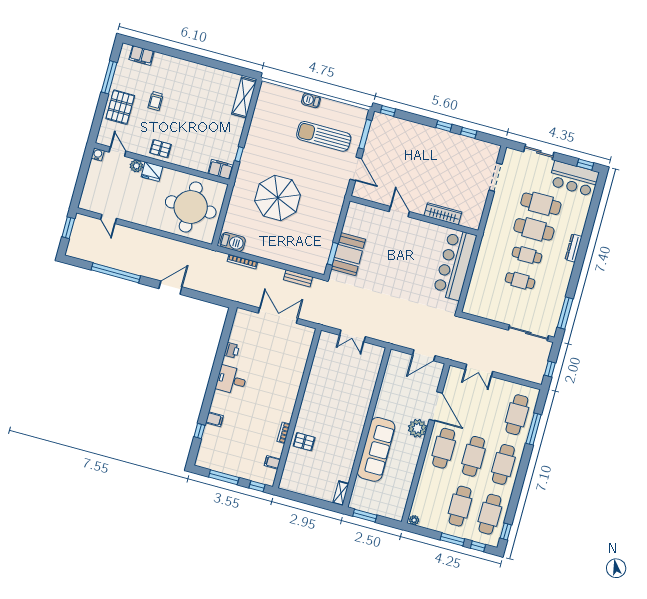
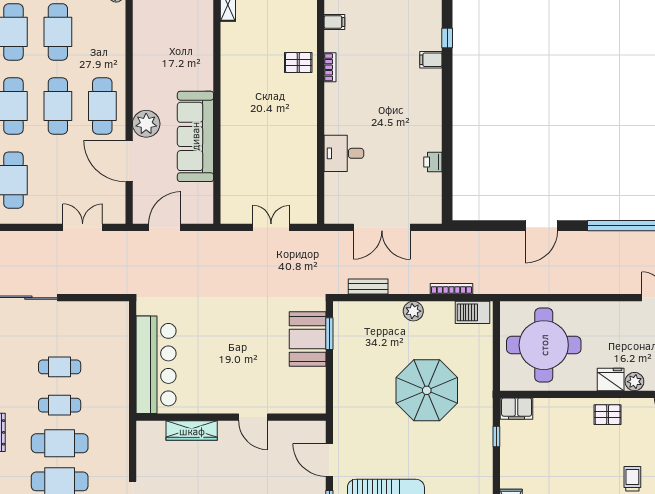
plant: (272, 254) -> (413, 311), added
desk: (231, 380) -> (344, 153), moved, turned 180
sofa: (376, 449) -> (195, 136), moved

